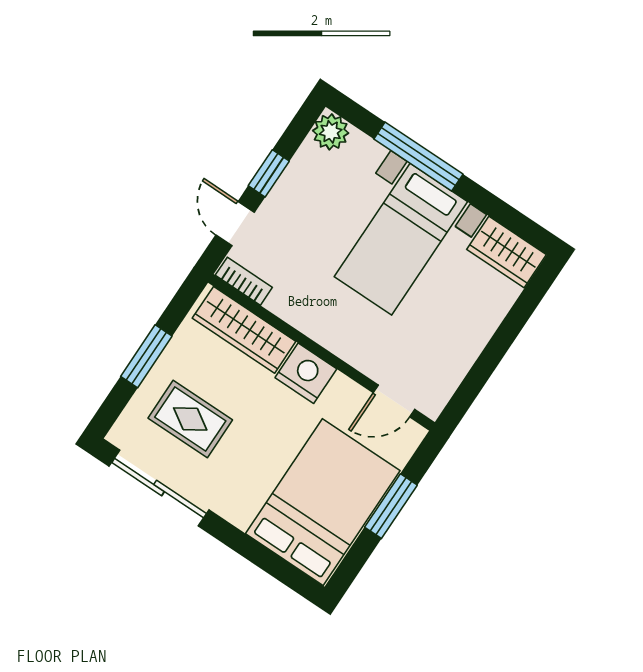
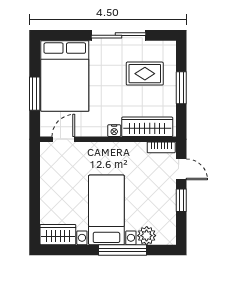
plant: (331, 132) -> (147, 236), moved
nightstand: (306, 373) -> (114, 131), width x0.53, depth x0.56
sliding door: (159, 488) -> (119, 35), moved

